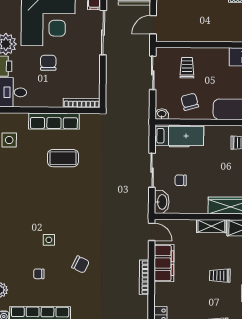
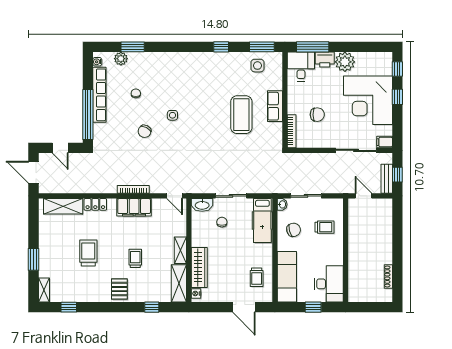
chair: (48, 63) -> (317, 115), moved
sliding door: (153, 73) -> (306, 196), moved
row of seats: (54, 121) -> (275, 106), width x0.68
coffee table: (63, 158) -> (241, 115), width x1.36, depth x1.32
door: (152, 232) -> (175, 196), hinge flipped
side table: (49, 240) -> (172, 115), moved
filing cabinet: (164, 263) -> (134, 207), moved

